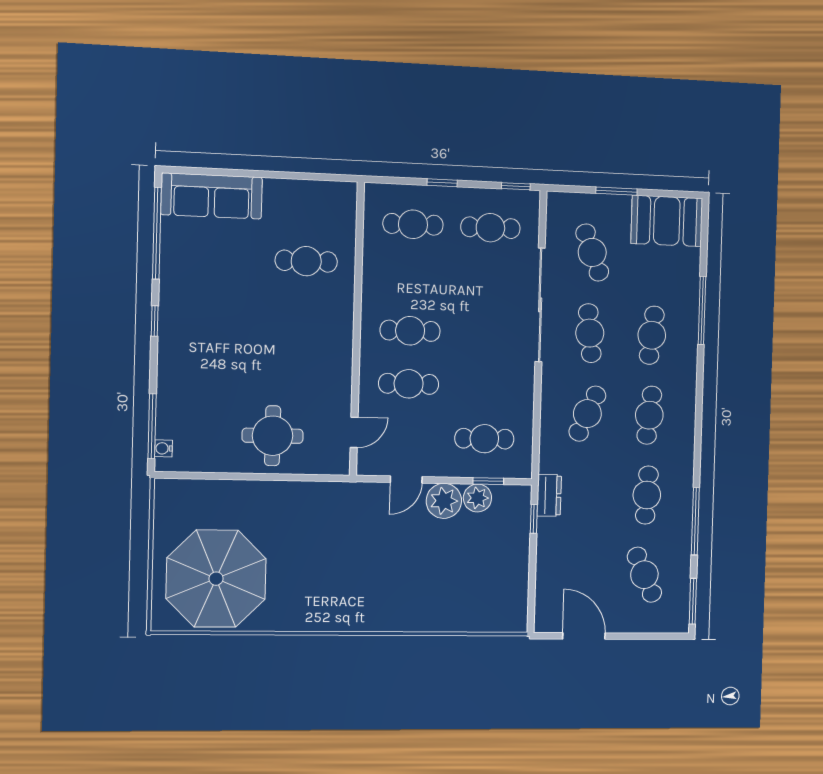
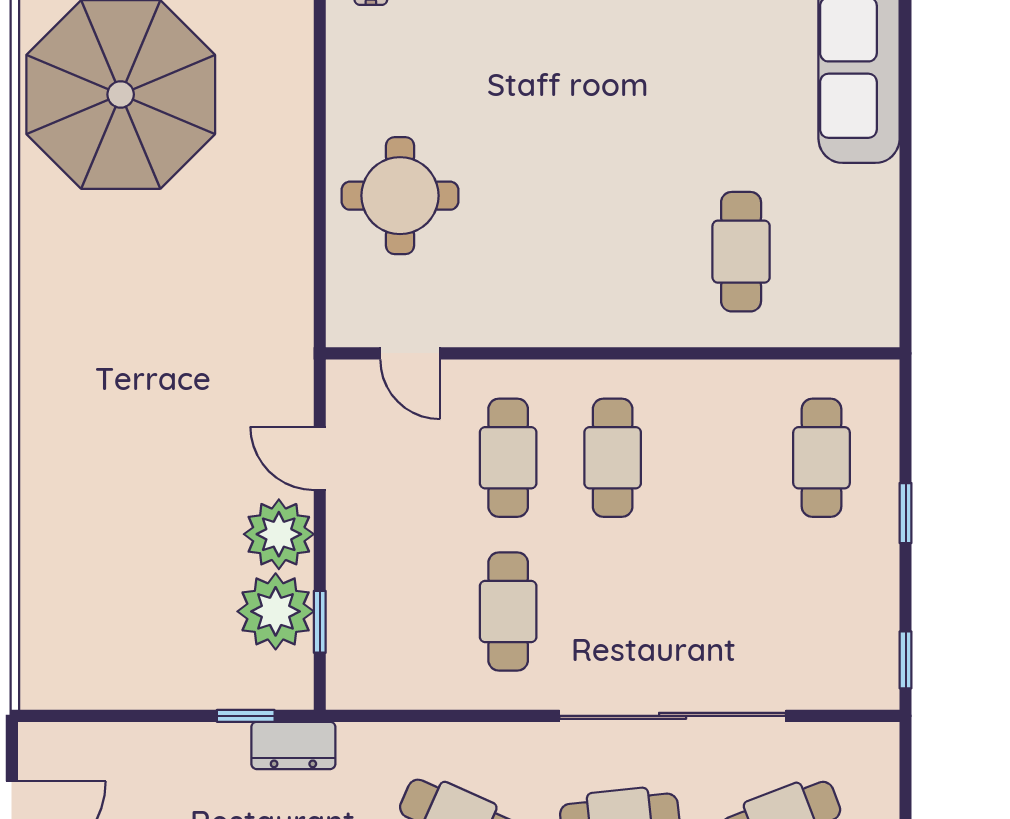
cafe table: (490, 228) -> (822, 611), removed
cafe table: (484, 439) -> (508, 611), moved
plant: (478, 498) -> (276, 611), width x1.36, depth x1.36

